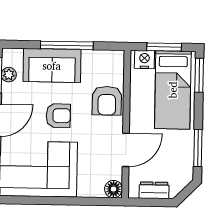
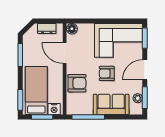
window: (67, 45) -> (88, 117), moved
armchair: (107, 101) -> (77, 83), turned 90
door: (126, 150) -> (65, 53), hinge flipped

